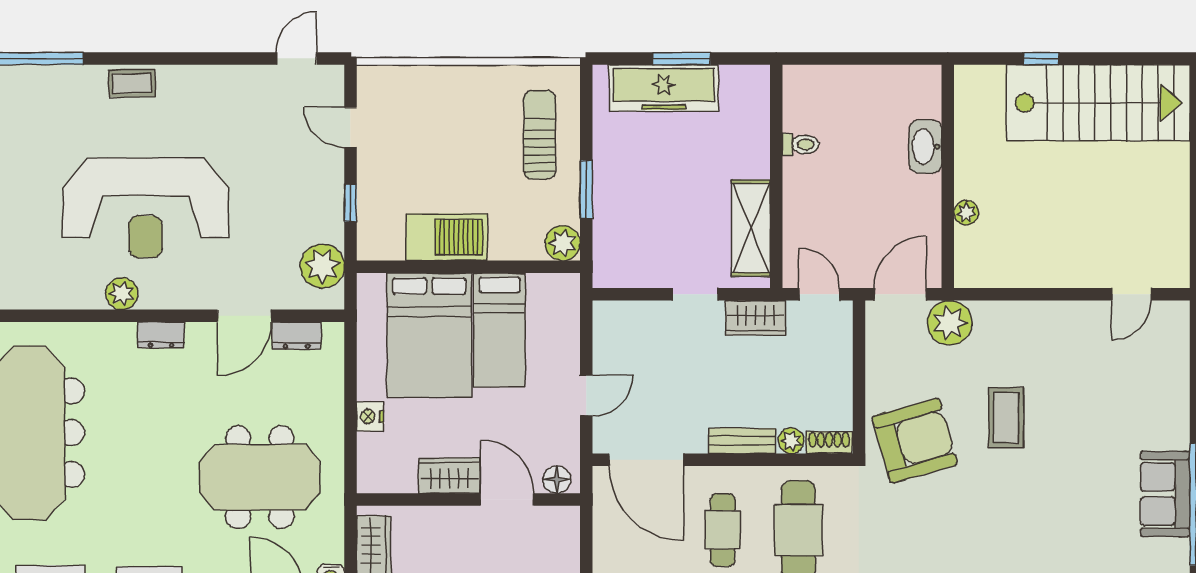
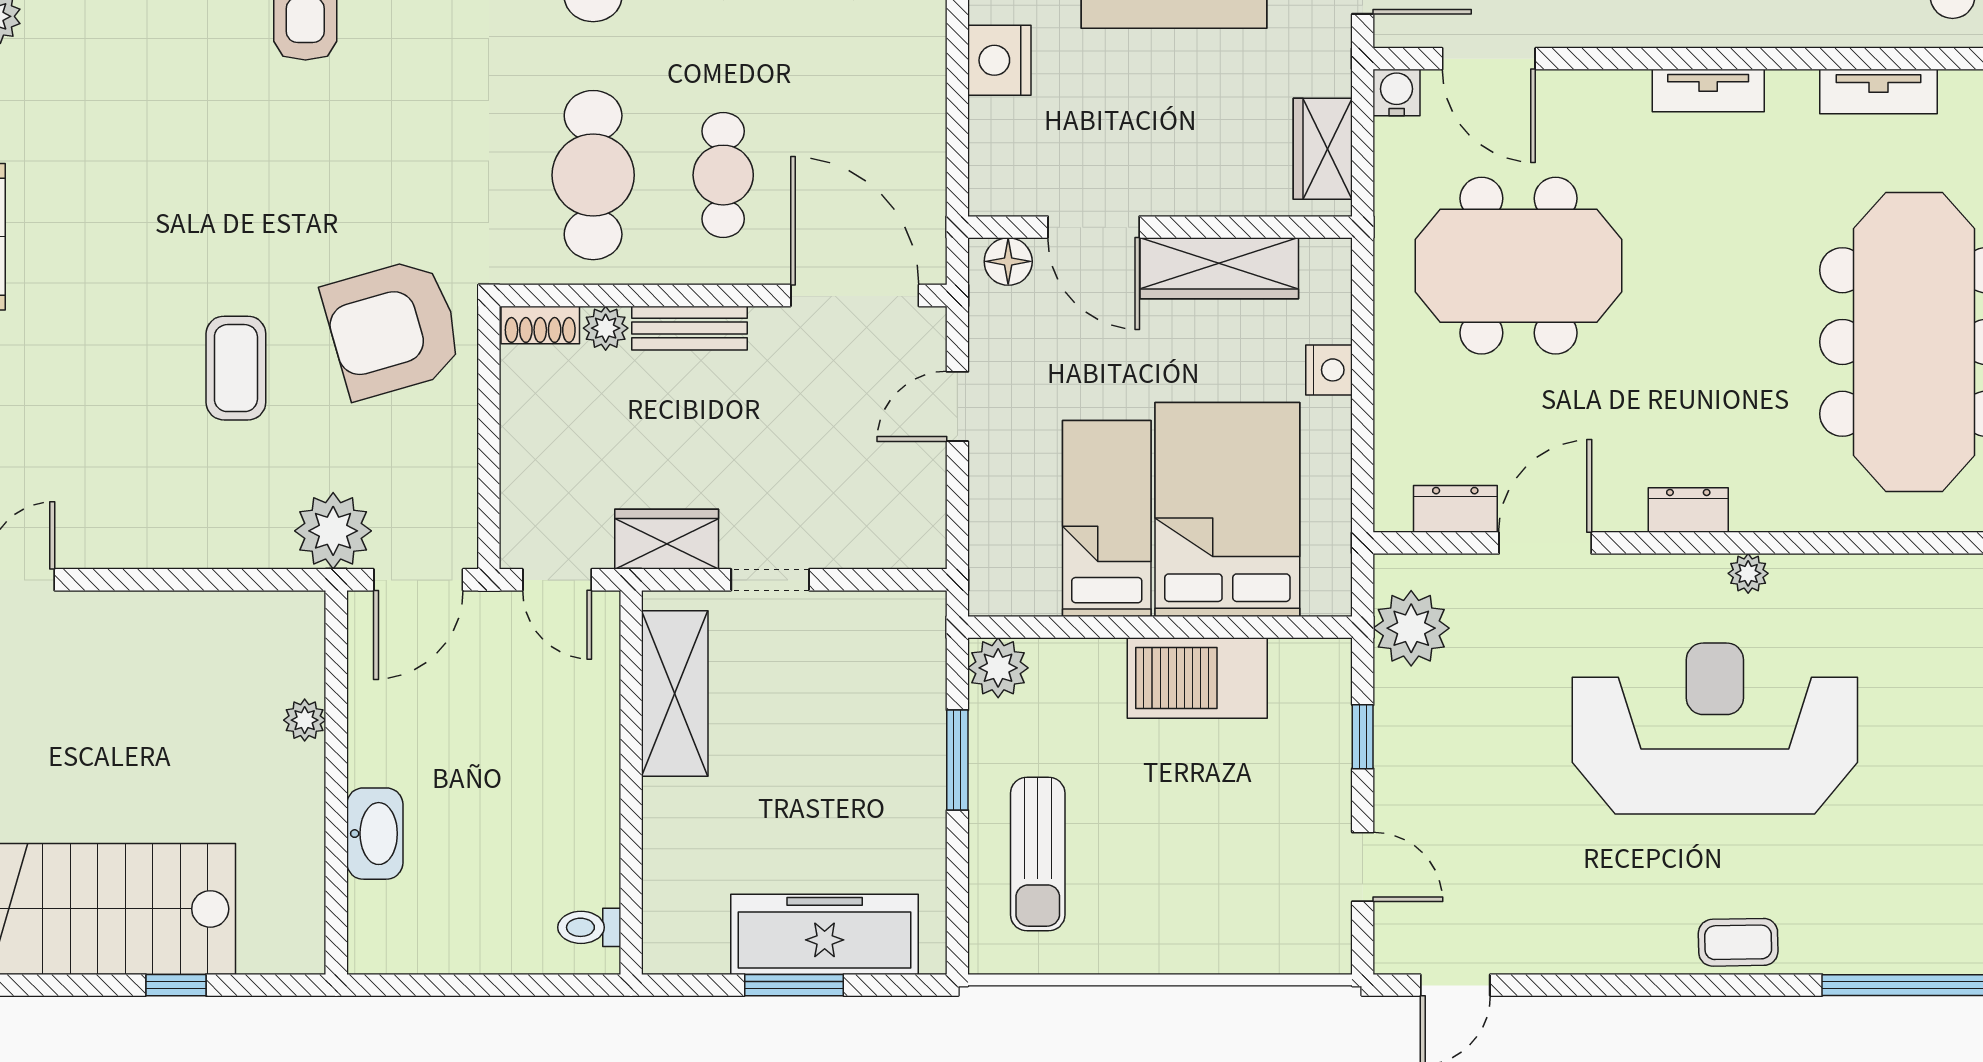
toilet: (801, 145) -> (589, 927), moved
plant: (122, 294) -> (1748, 573), width x0.73, depth x0.73
wardrobe: (449, 476) -> (1219, 268), width x1.50

